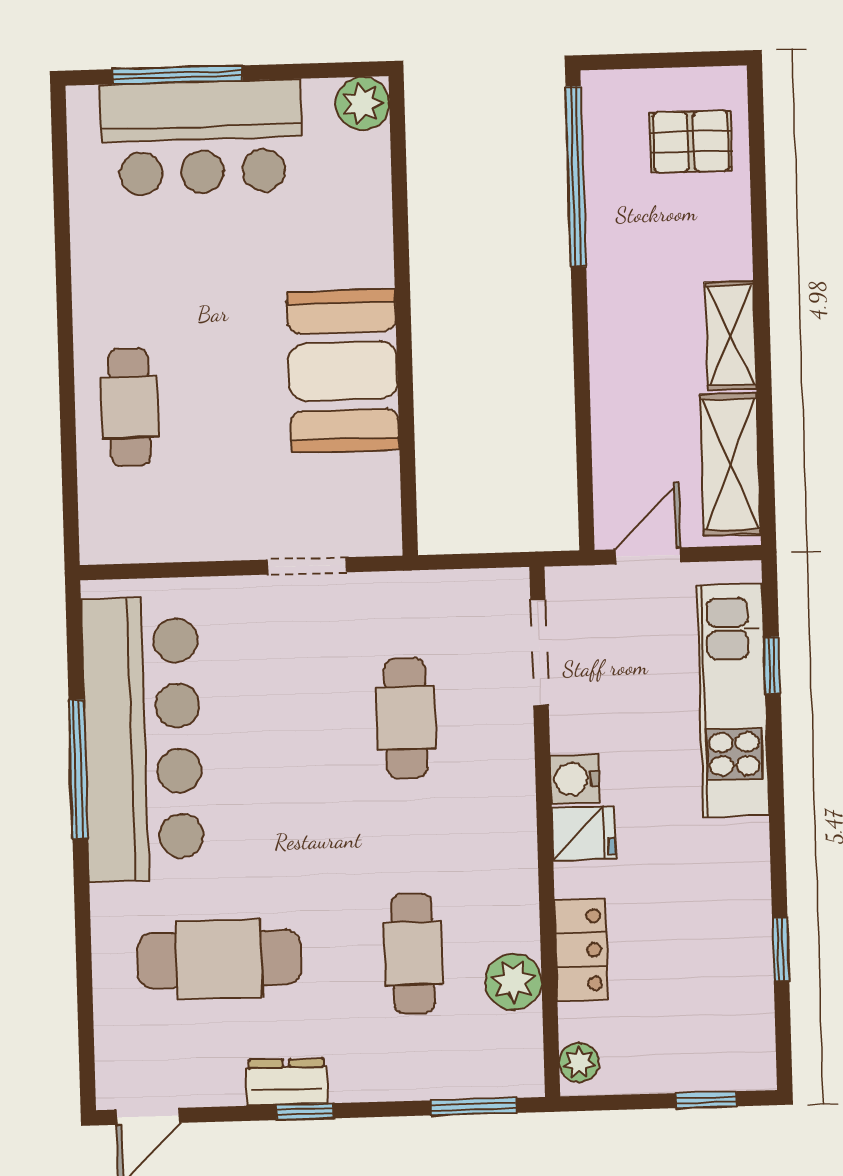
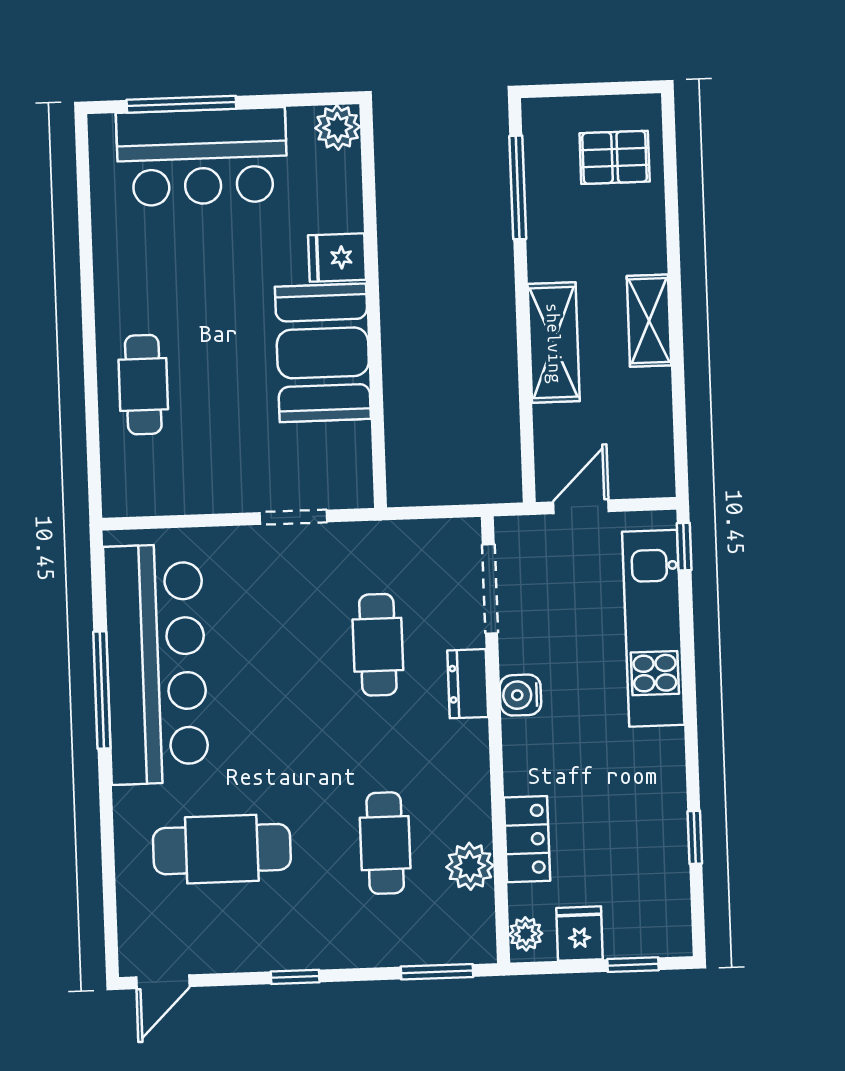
window: (576, 176) -> (518, 187), width x0.68
fridge: (361, 258) -> (337, 257), added
shelving: (730, 464) -> (554, 343), moved
window: (772, 665) -> (684, 547), moved
fridge: (584, 833) -> (580, 934), moved, turned -90
dresser: (287, 1082) -> (468, 684), moved, turned -90

